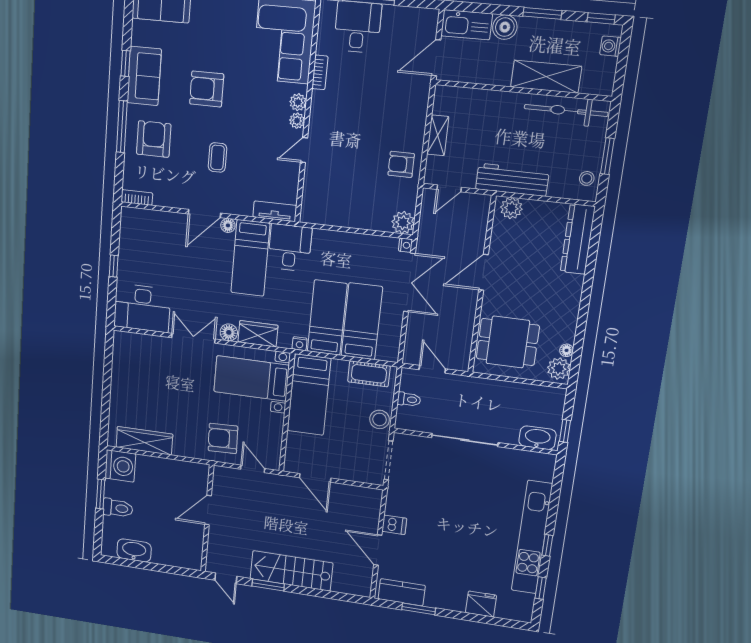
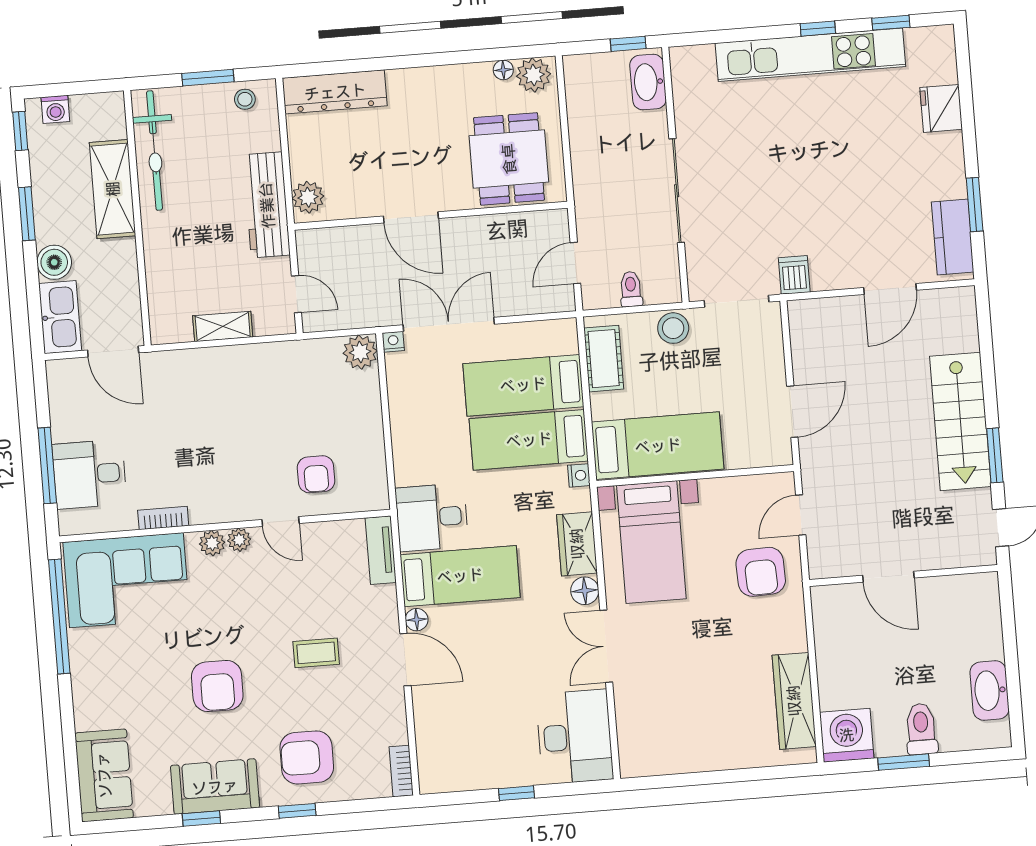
window: (122, 127) -> (297, 811), width x0.46
armchair: (401, 164) -> (316, 474), moved
dishwasher: (394, 525) -> (794, 275), moved

